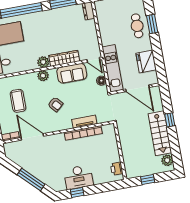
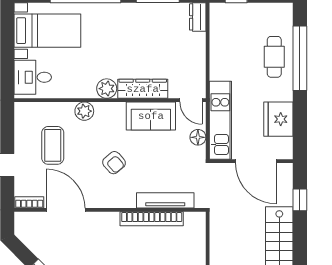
window: (152, 24) -> (300, 58), width x2.11
plant: (43, 76) -> (84, 111), moved
window: (170, 120) -> (300, 200), moved
tv unit: (84, 122) -> (165, 200), width x1.41

